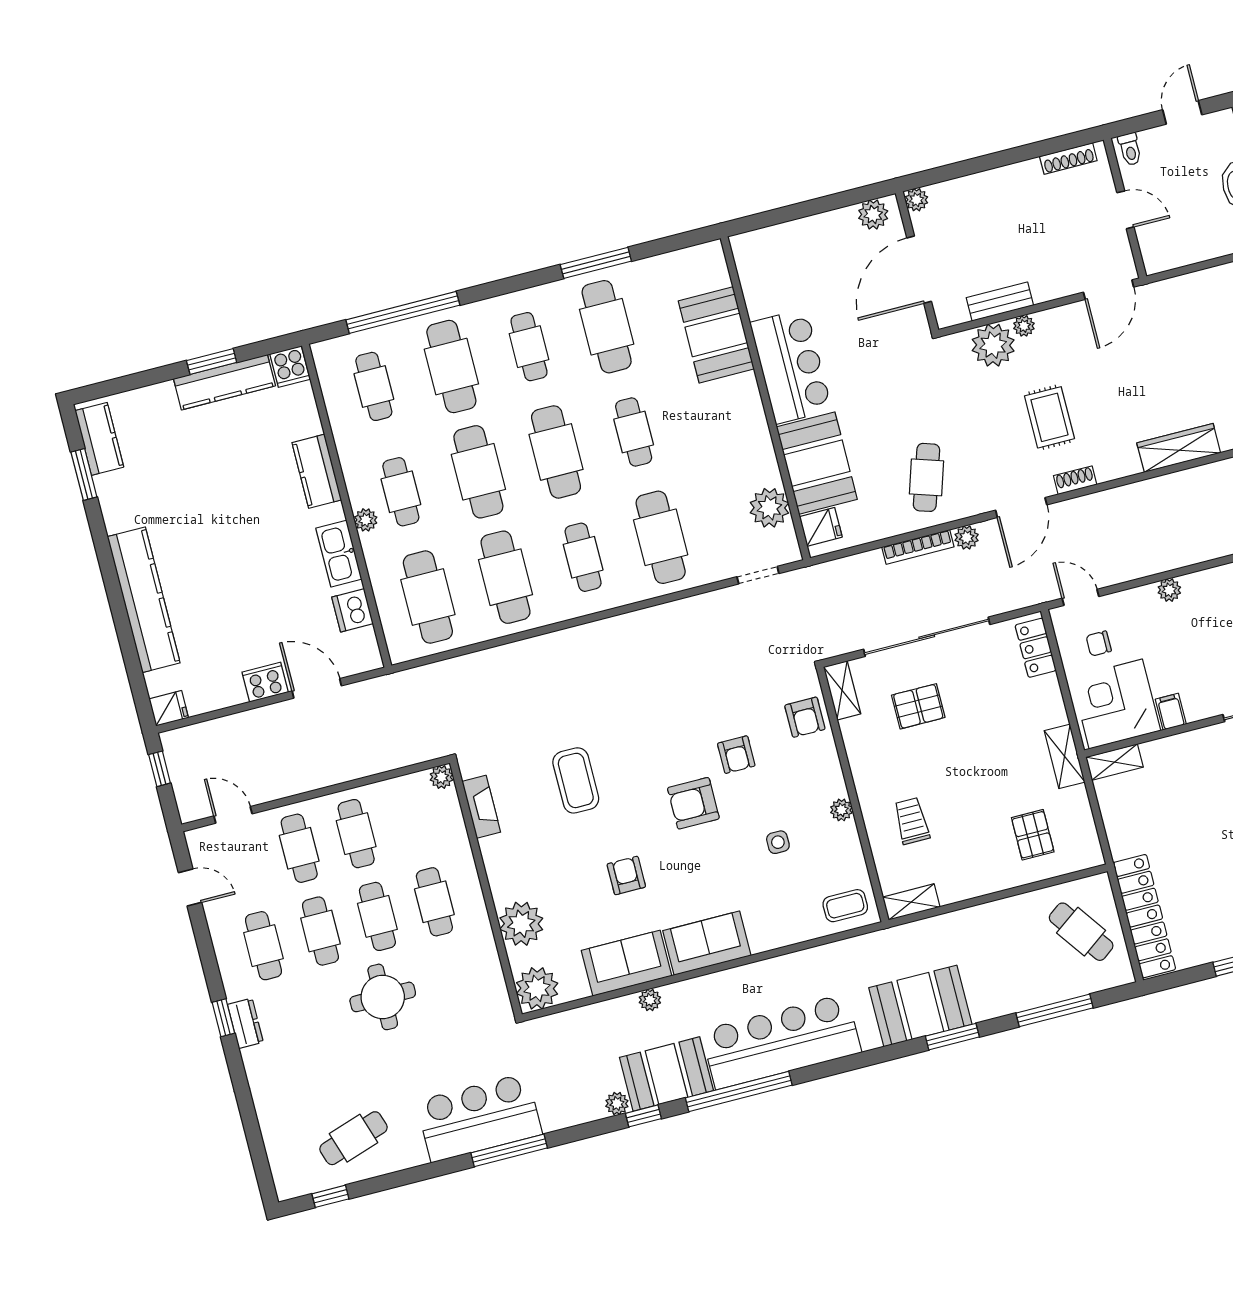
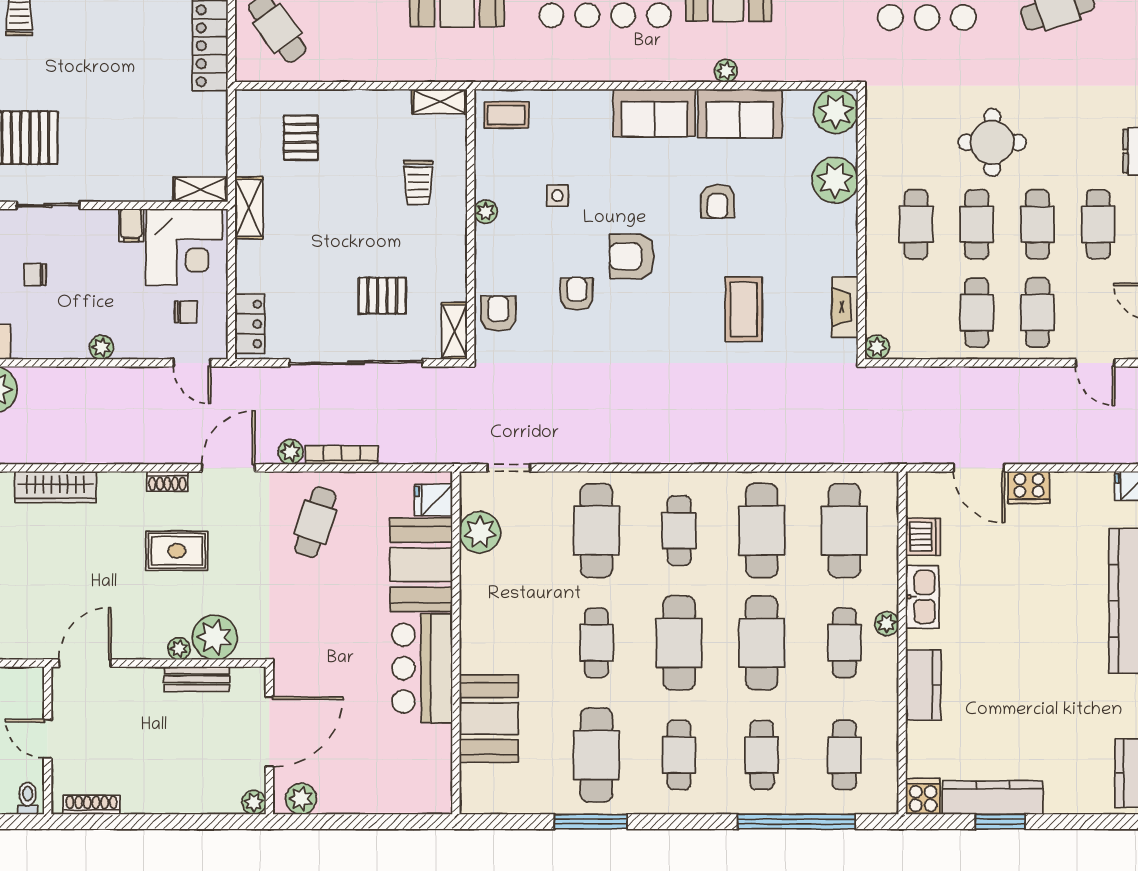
cafe table: (451, 367) -> (762, 755), width x0.73, depth x0.74
rug: (1049, 417) -> (177, 551), turned 90
armchair: (693, 803) -> (632, 256), turned 180

